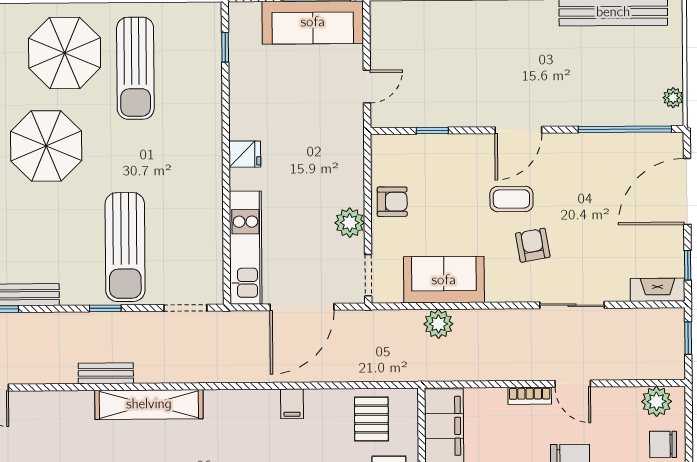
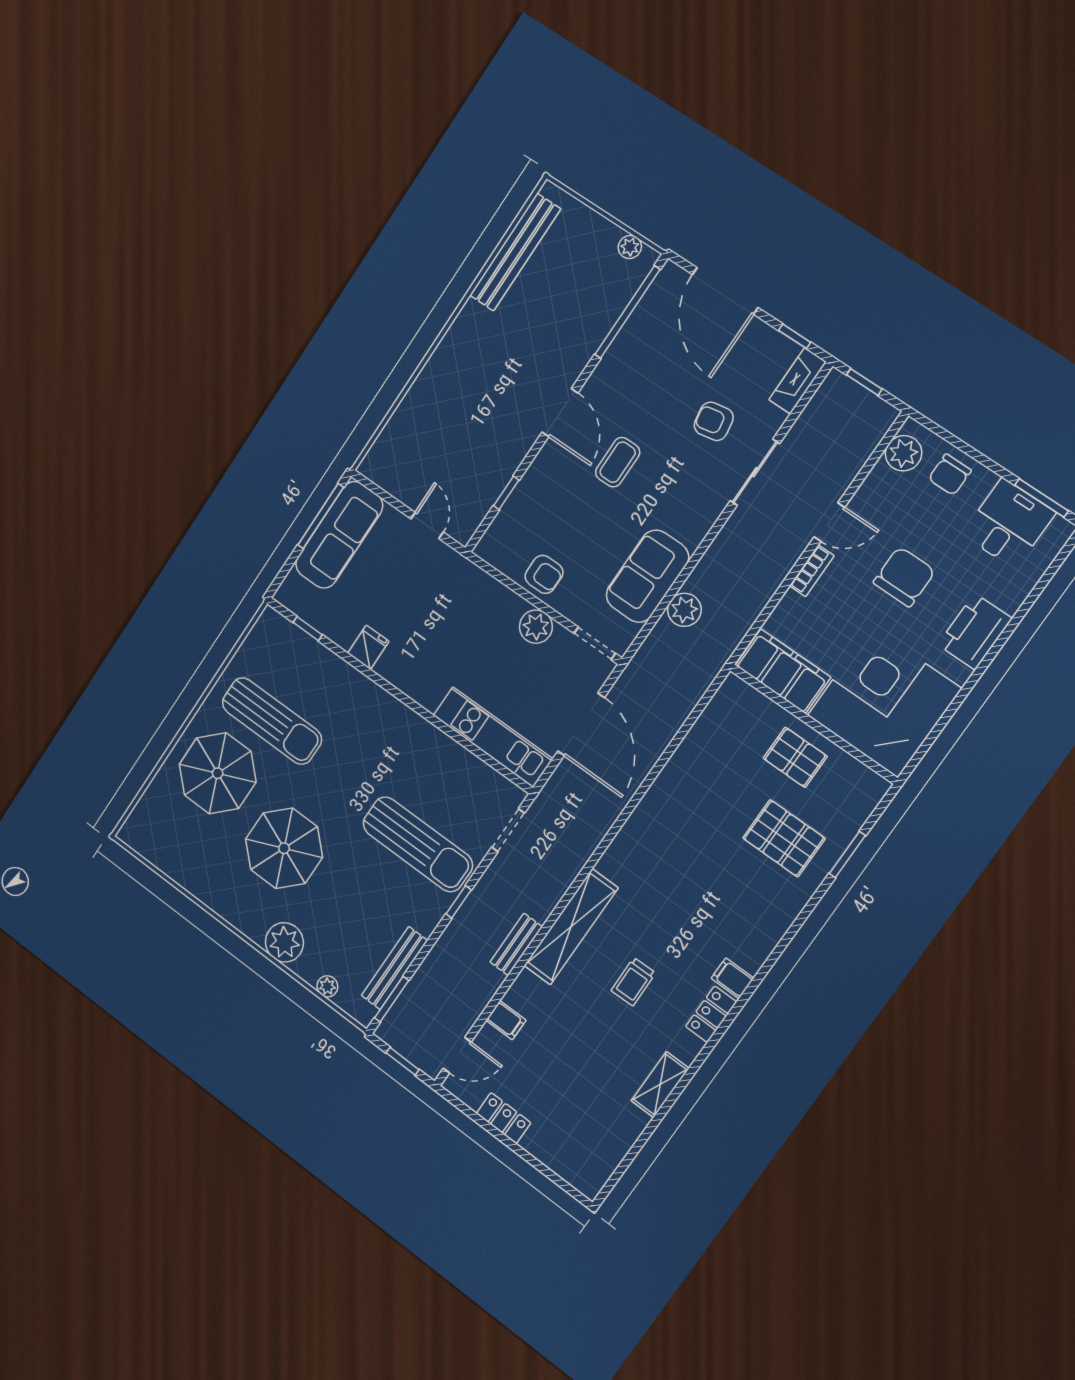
fridge: (245, 154) -> (368, 647), moved
armchair: (392, 202) -> (544, 574), turned 90
armchair: (533, 245) -> (714, 421), moved
filing cabinet: (292, 404) -> (506, 1020), moved
pallet: (371, 419) -> (728, 734), removed

